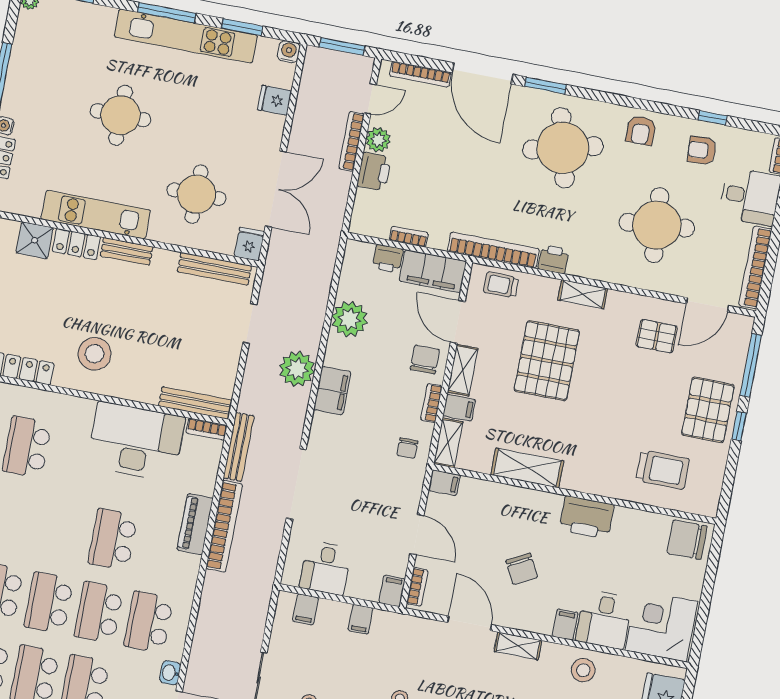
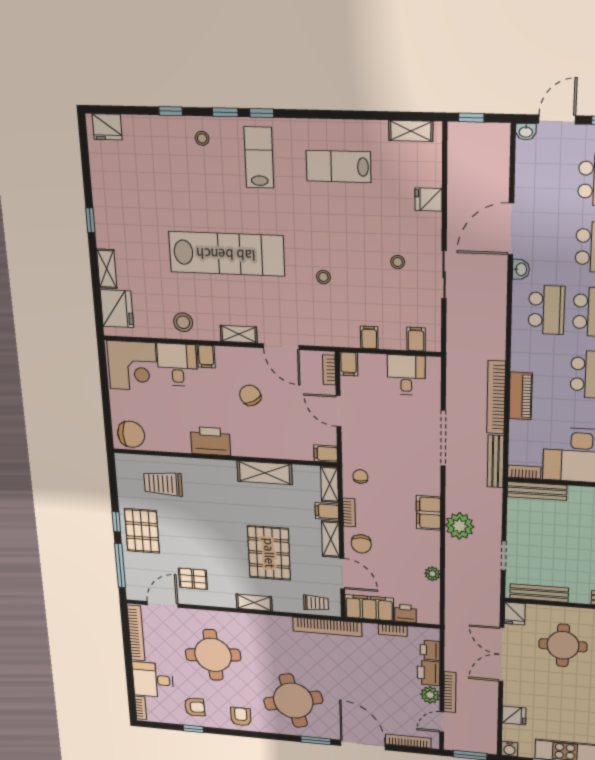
printer: (553, 259) -> (430, 650), moved, turned 90
plant: (350, 319) -> (432, 574), width x0.53, depth x0.53

